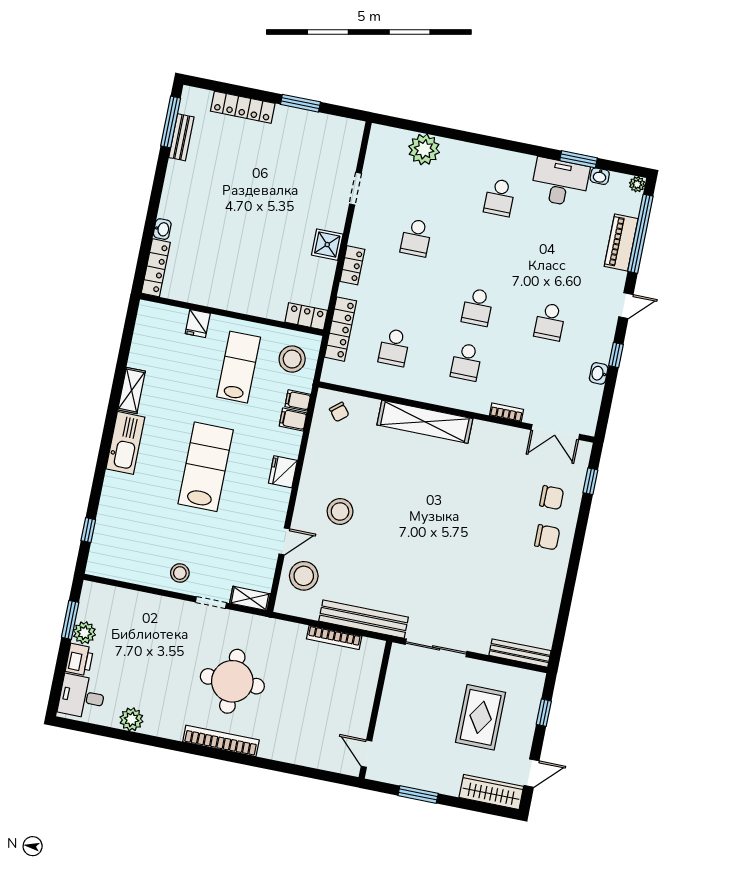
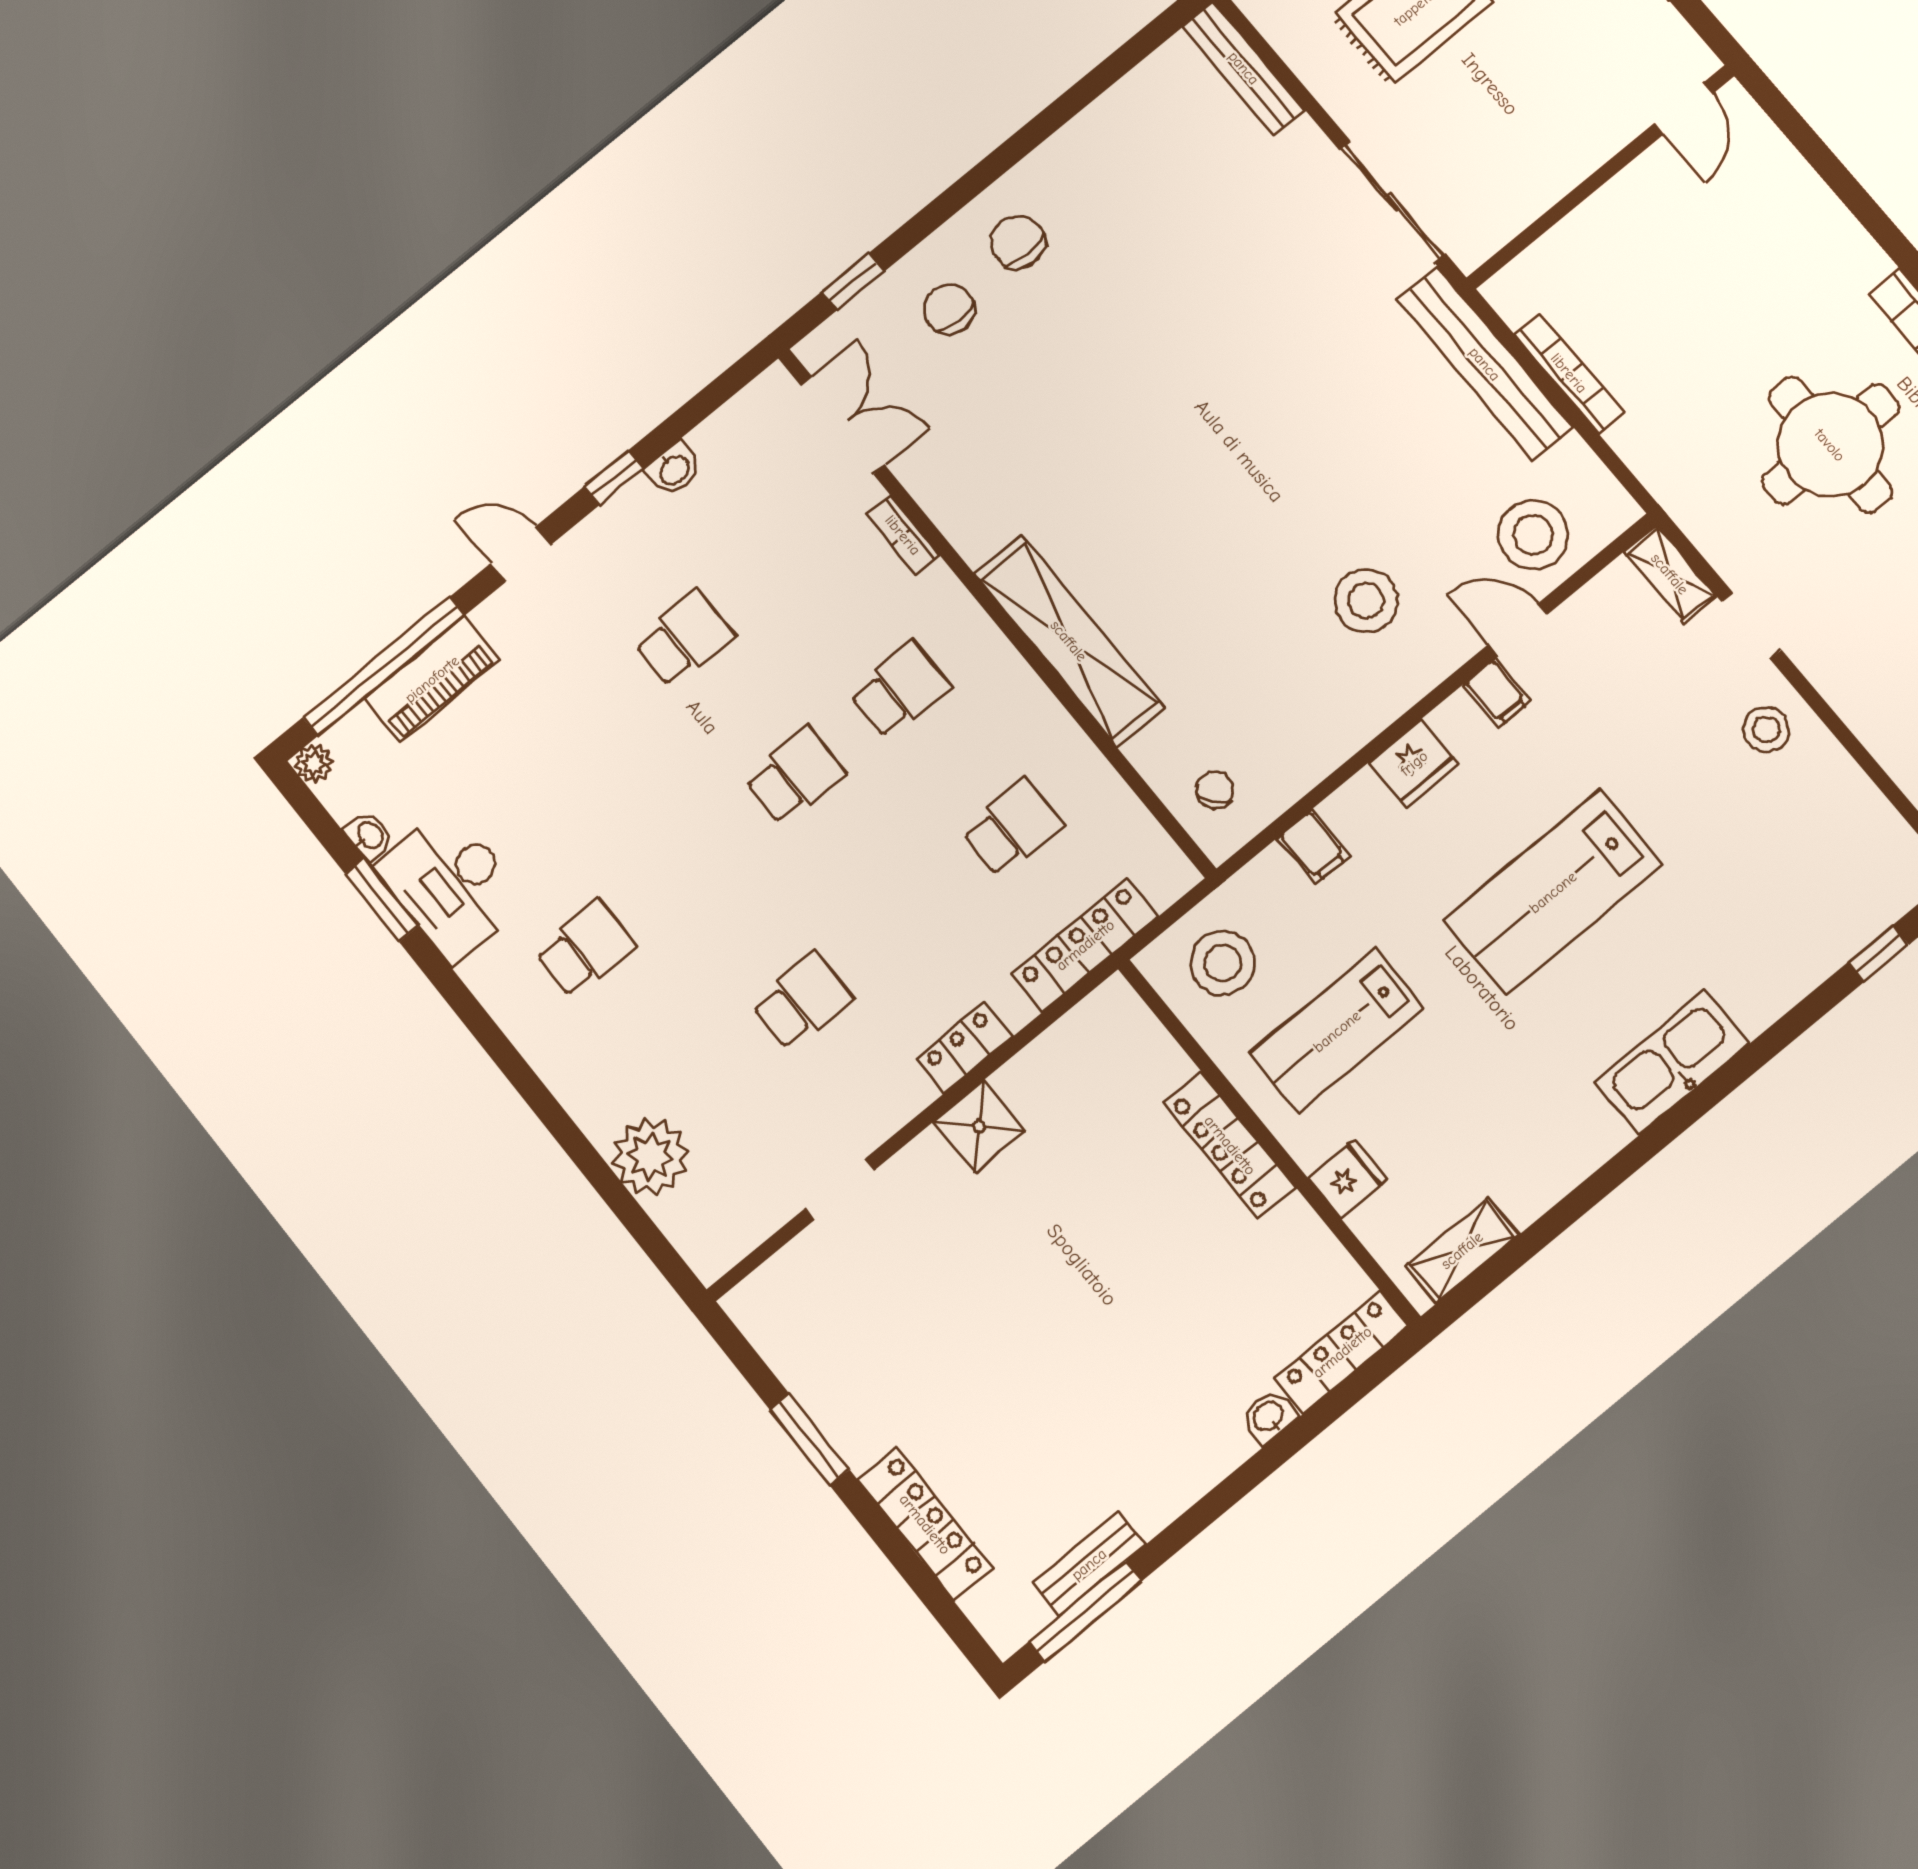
locker: (306, 316) -> (1230, 1145), moved, width x1.53
shelving: (132, 390) -> (1462, 1250), moved
filing cabinet: (298, 400) -> (1497, 693), moved

